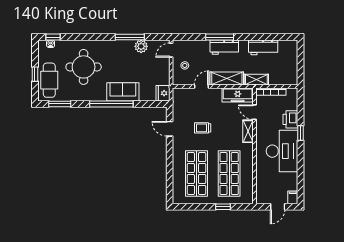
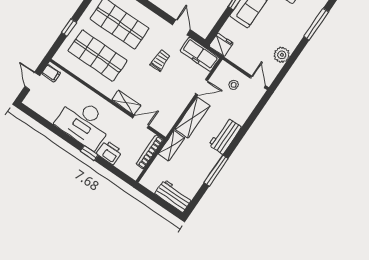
window: (130, 37) -> (316, 24), moved
window: (220, 37) -> (216, 170), moved
workbench: (263, 47) -> (174, 196), moved, turned 90
door: (201, 86) -> (202, 87), hinge flipped
freezer: (238, 95) -> (200, 54), moved, turned -90
door: (170, 129) -> (182, 27), hinge flipped
filing cabinet: (293, 197) -> (51, 73), moved

